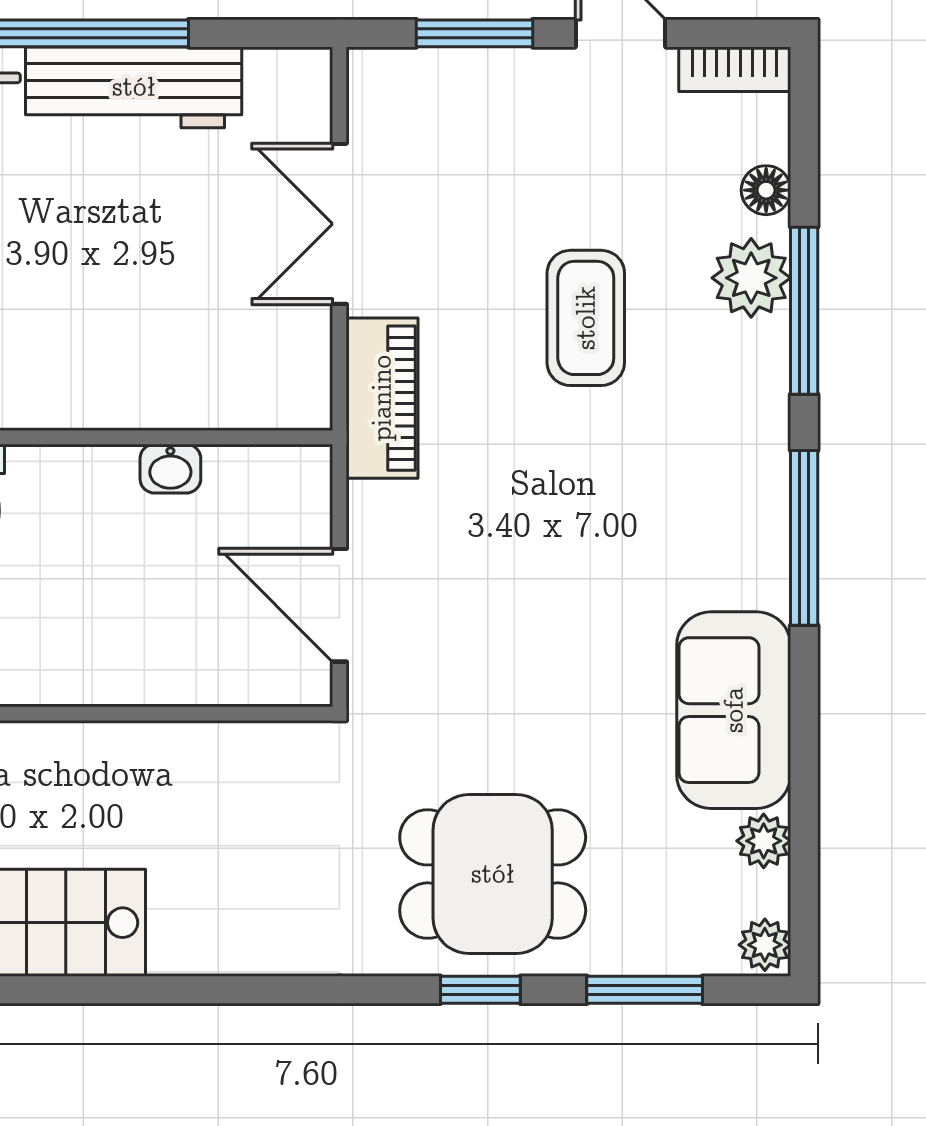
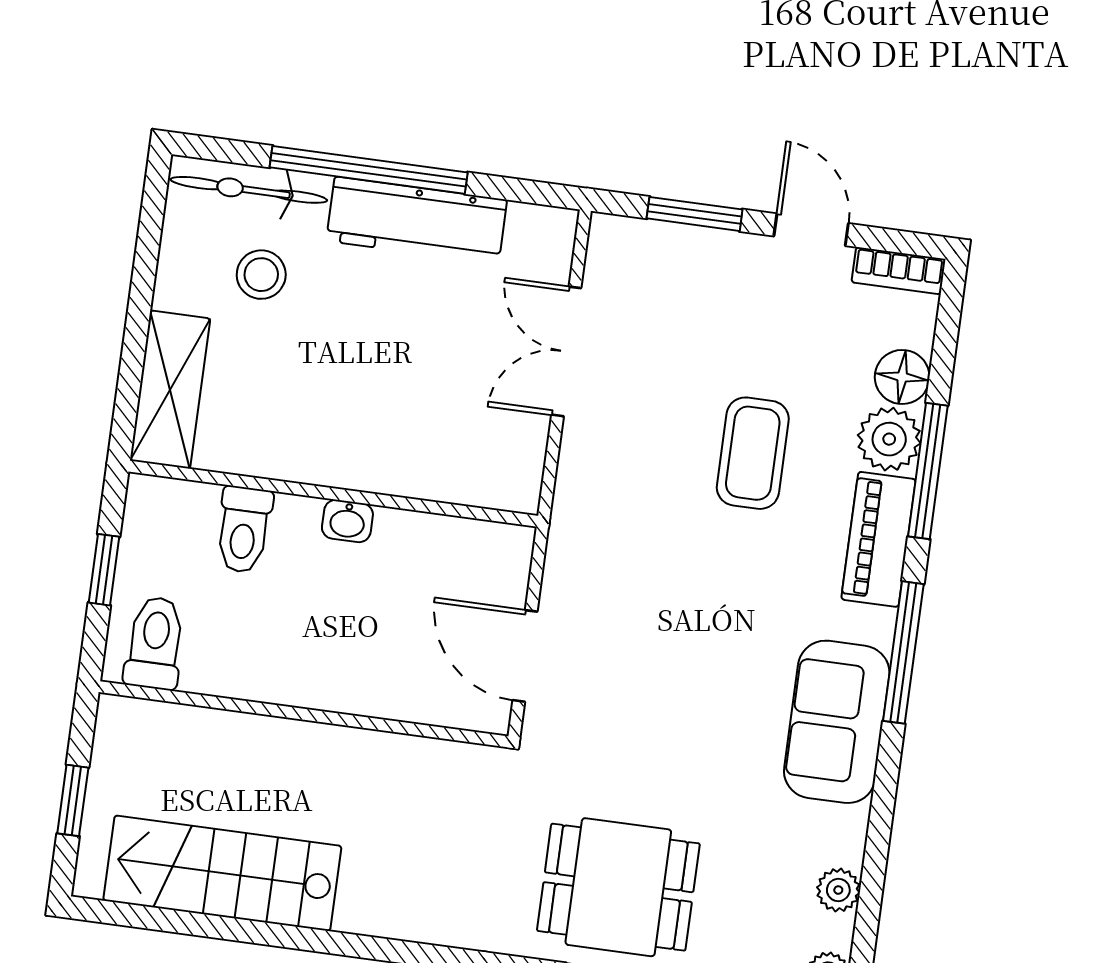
floor lamp: (766, 190) -> (902, 377), width x1.37, depth x1.37
piano: (382, 398) -> (878, 539), moved, turned 180
washbasin: (170, 469) -> (347, 521), moved
sofa: (734, 710) -> (837, 722), moved

